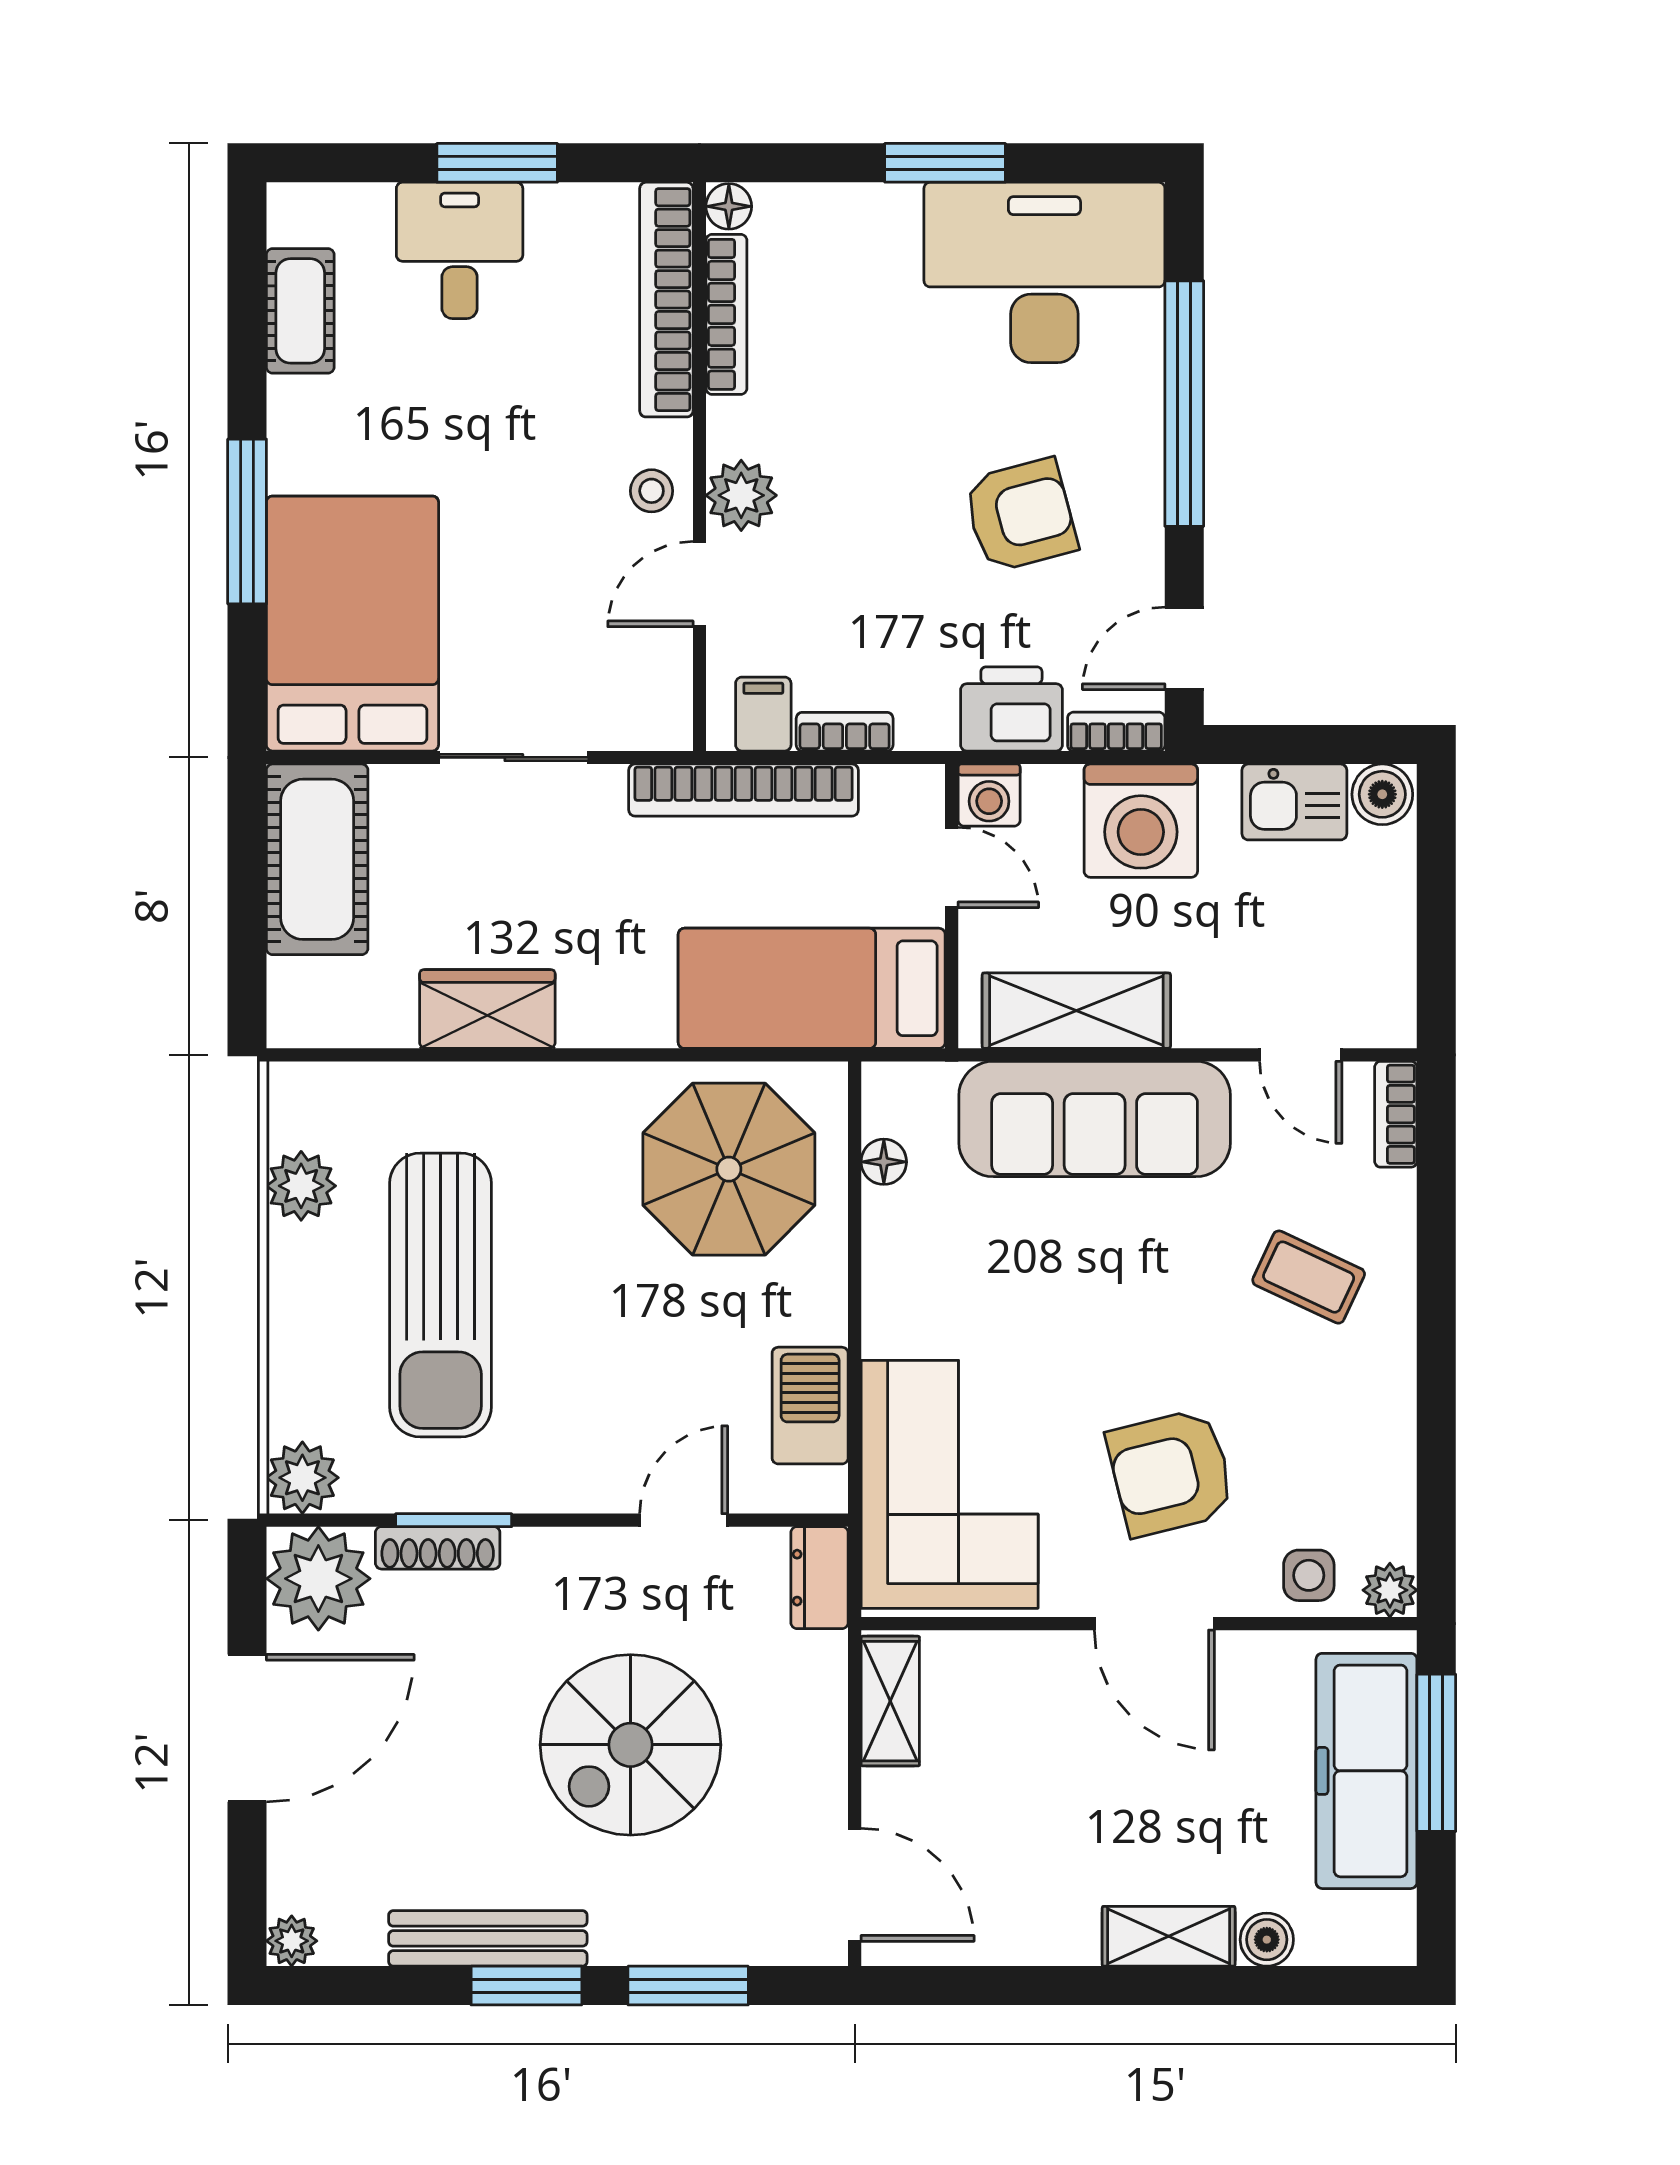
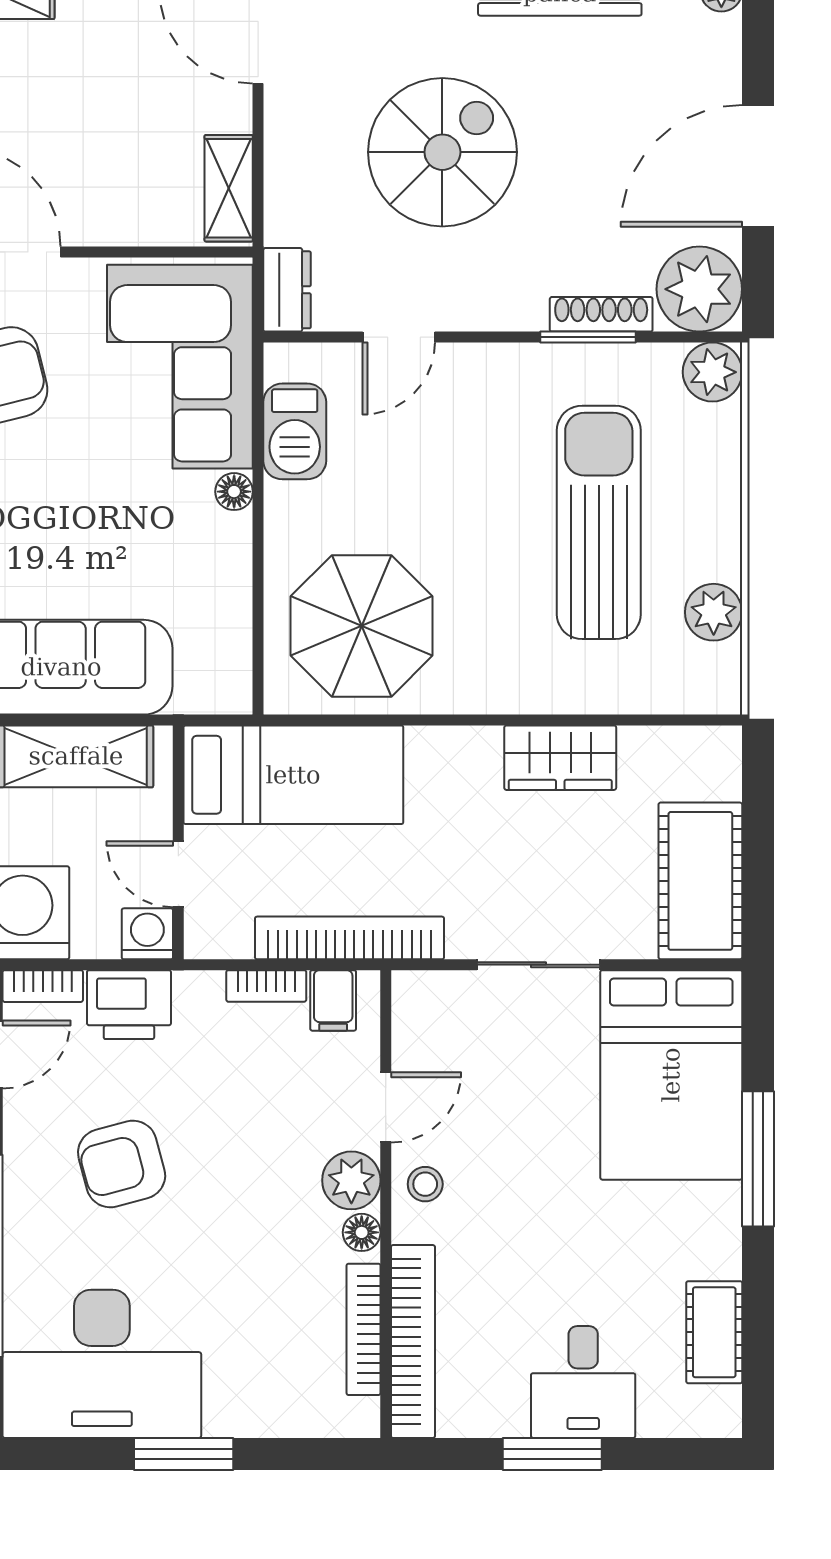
floor lamp: (729, 206) -> (362, 1232), moved
floor lamp: (884, 1162) -> (234, 492), moved

